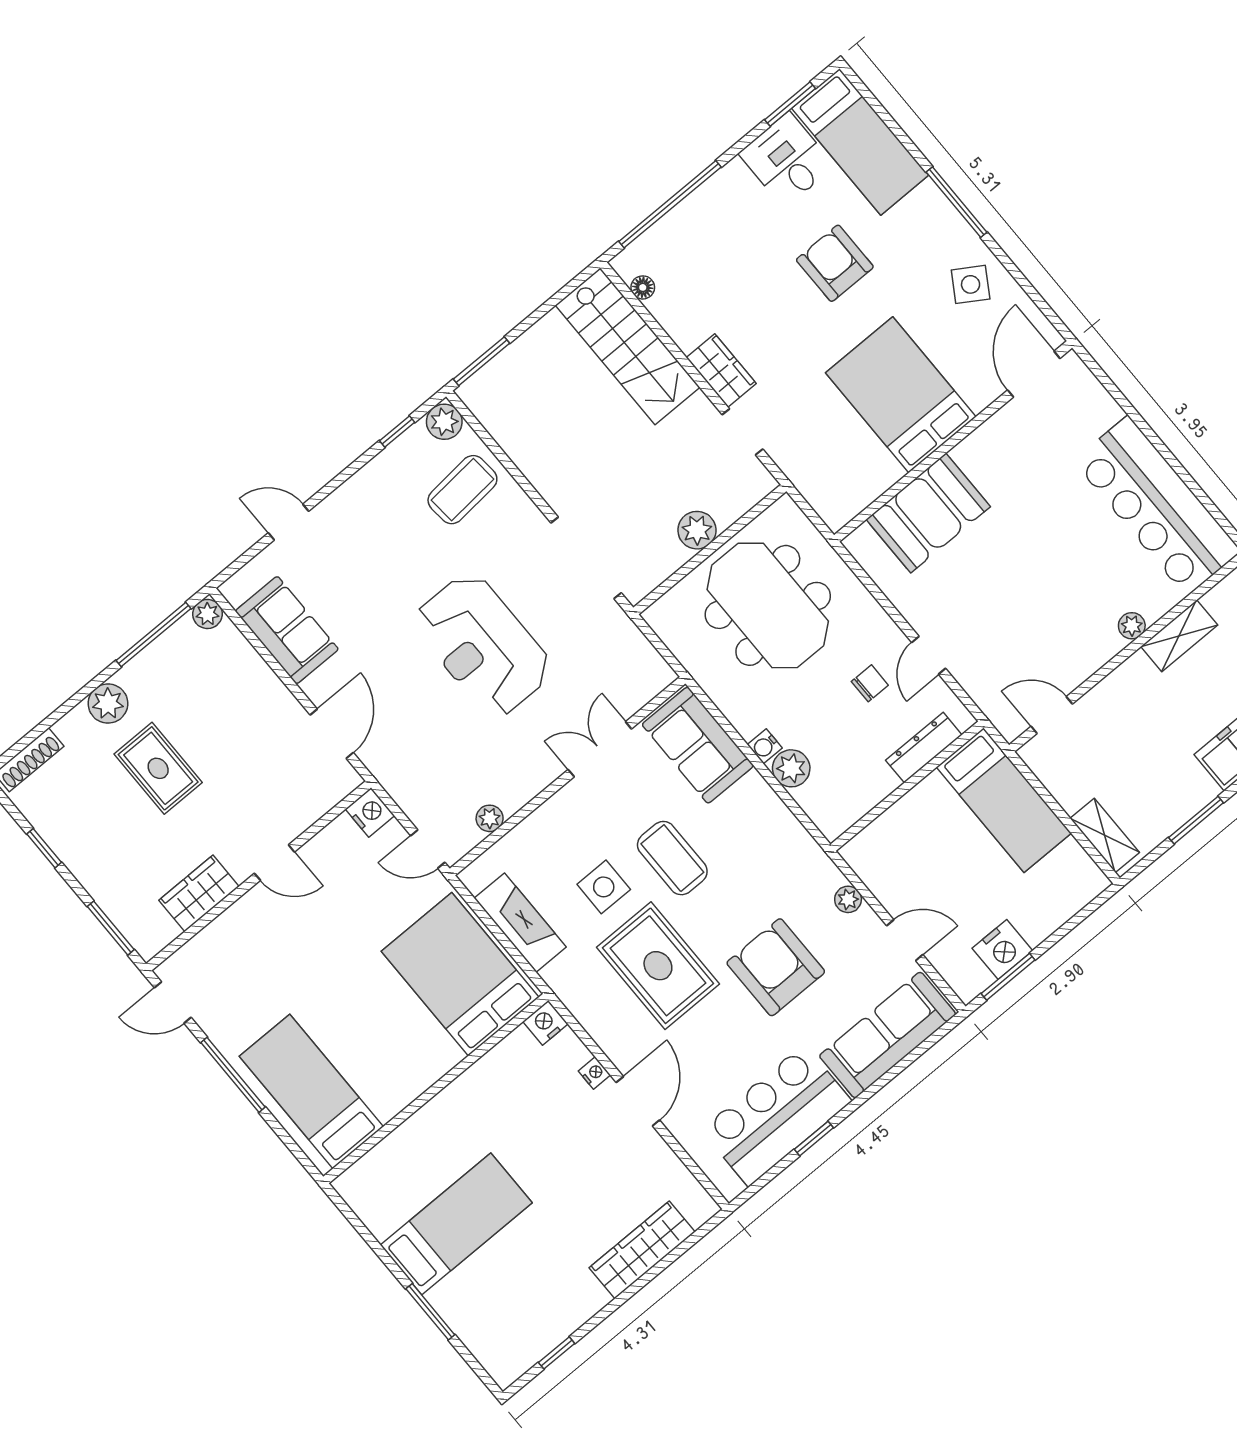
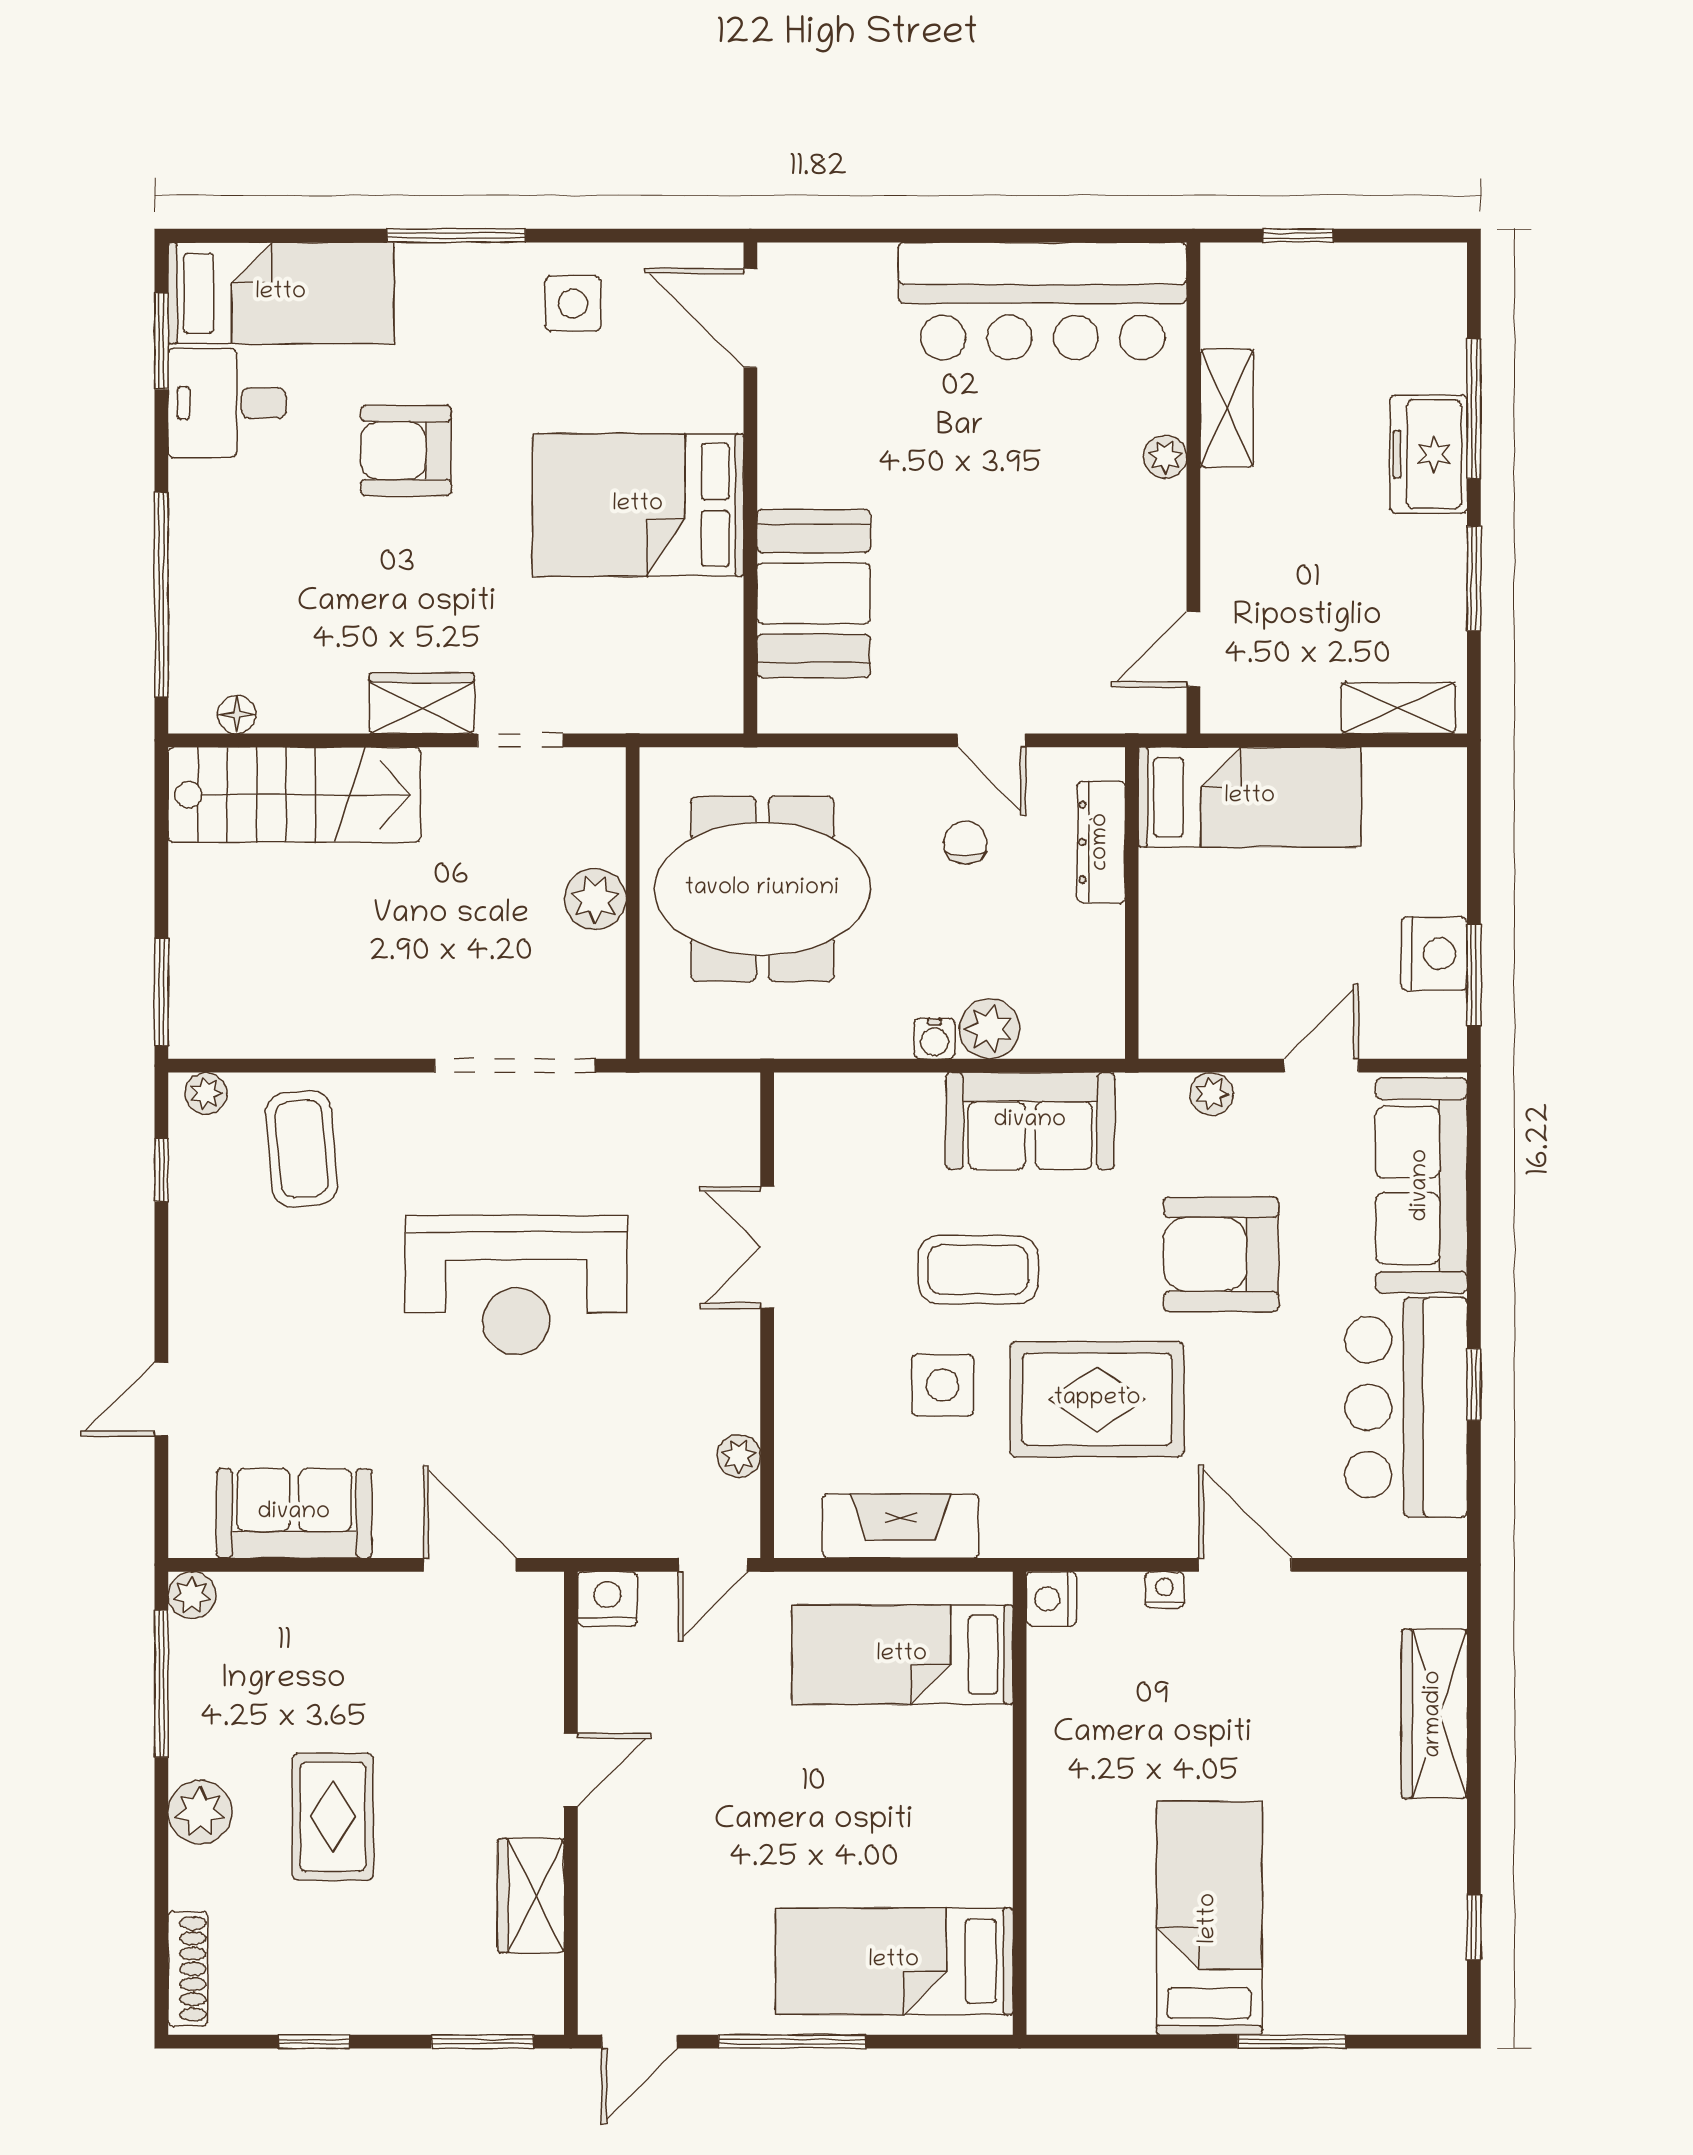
side table: (971, 284) -> (573, 304), turned -32
plant: (444, 422) -> (206, 1093), width x0.73, depth x0.73
sofa: (698, 745) -> (1030, 1121), moved
rug: (158, 768) -> (333, 1817), turned 90
bed: (460, 974) -> (902, 1655), width x0.67

